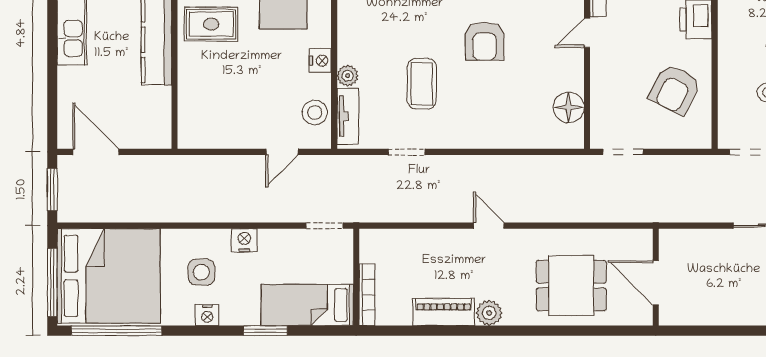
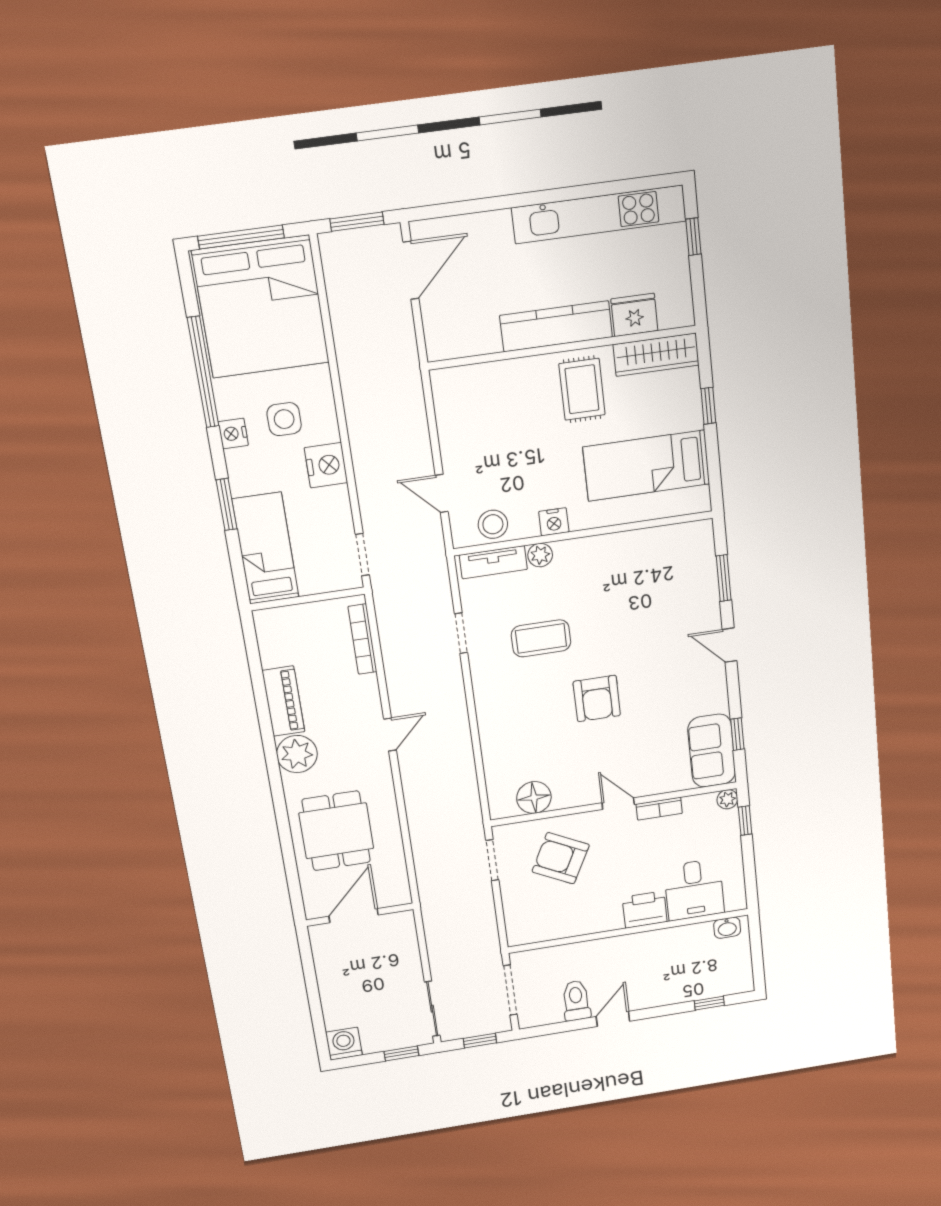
armchair: (485, 41) -> (597, 698), turned -90
armchair: (675, 89) -> (561, 858), moved
nightstand: (244, 240) -> (326, 465), width x1.36, depth x1.33
bookcase: (367, 295) -> (362, 639), moved, turned 90
plant: (489, 313) -> (297, 754), width x1.36, depth x1.36
window: (116, 331) -> (203, 372), moved

